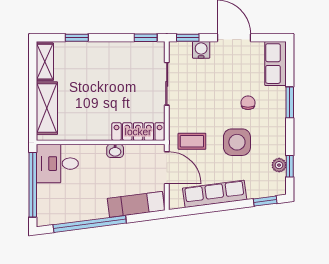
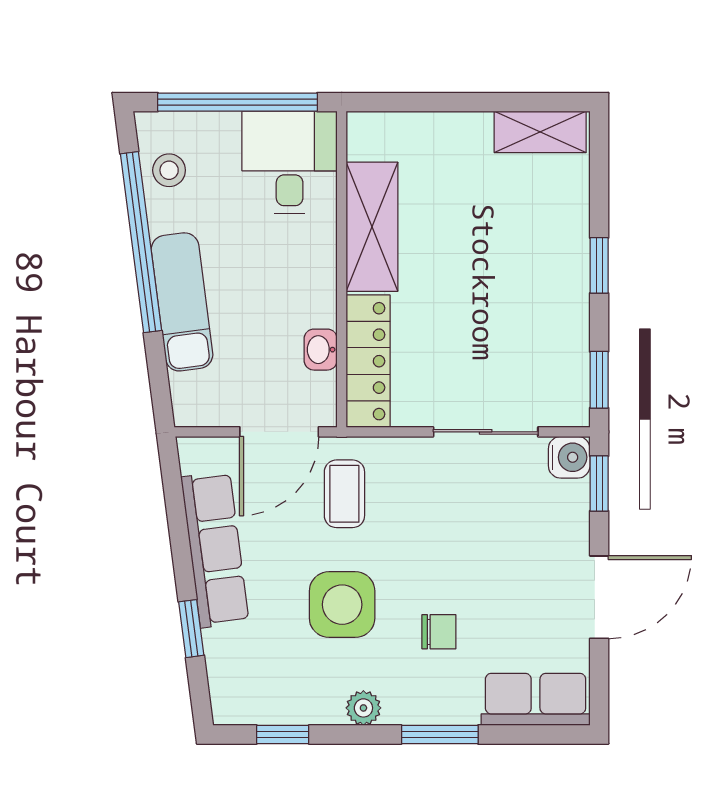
window: (77, 38) -> (599, 265), moved
water cooler: (201, 50) -> (569, 457), moved
shelving: (47, 108) -> (372, 227), moved, turned 90
washbasin: (115, 151) -> (321, 350), moved
plant: (279, 165) -> (363, 708), moved
window: (265, 201) -> (191, 629), moved
exam couch: (136, 204) -> (182, 302), moved
stool: (60, 212) -> (169, 170), added

